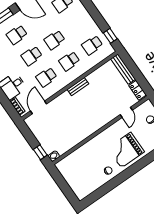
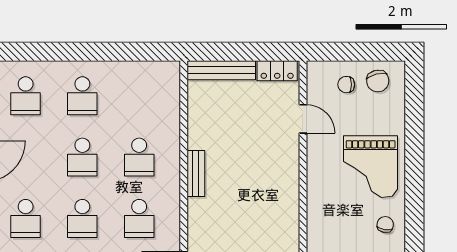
window: (110, 36) -> (145, 52), removed
school desk: (92, 45) -> (82, 96), moved

